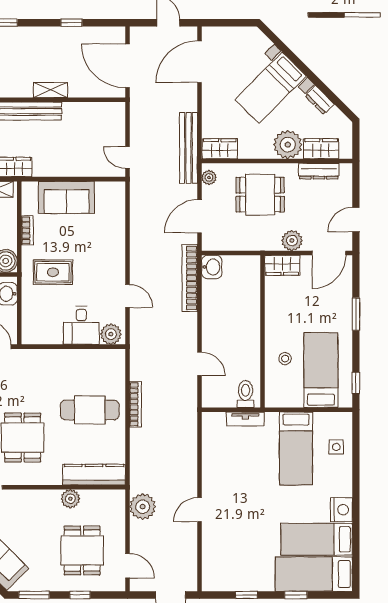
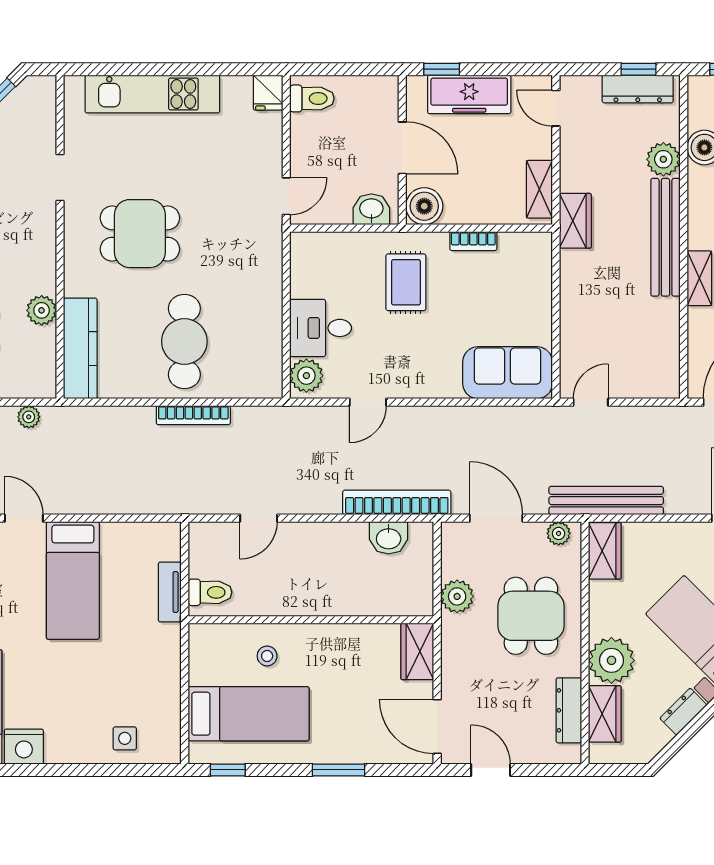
sofa: (66, 197) -> (508, 373), moved, turned 90
plant: (292, 241) -> (457, 596), moved
washbasin: (212, 267) -> (389, 538), moved
bed: (296, 448) -> (73, 581), moved, turned -90
plant: (143, 507) -> (29, 417), width x0.53, depth x0.53

